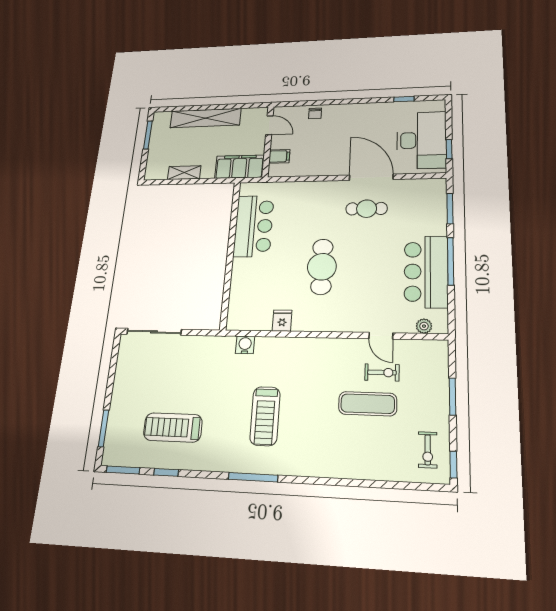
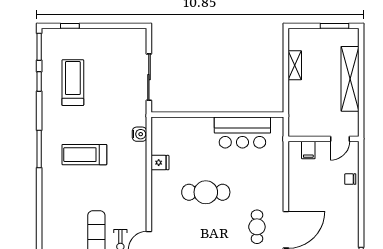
filing cabinet: (239, 167) -> (299, 115), removed
sliding door: (154, 332) -> (149, 77), moved
window: (104, 428) -> (70, 26), width x0.67

